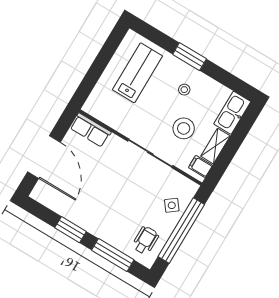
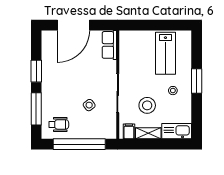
lab bench: (138, 73) -> (165, 53), turned 90
side table: (172, 205) -> (89, 105), moved

